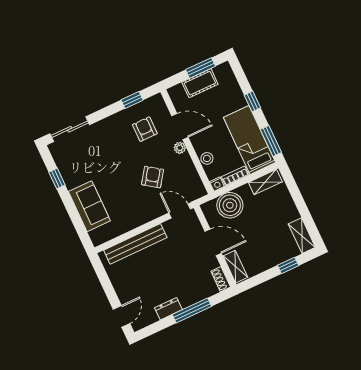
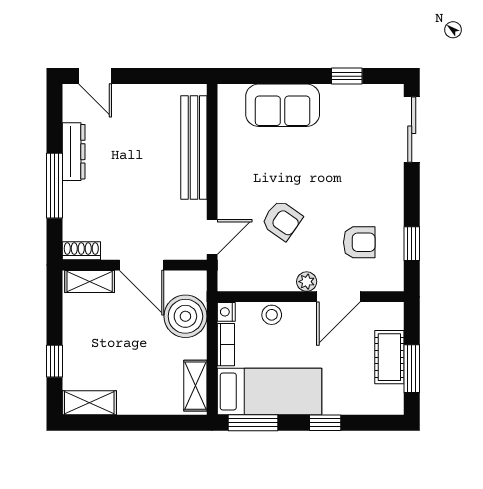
door: (213, 242) -> (142, 265), hinge flipped
dresser: (168, 309) -> (74, 152), width x1.44

